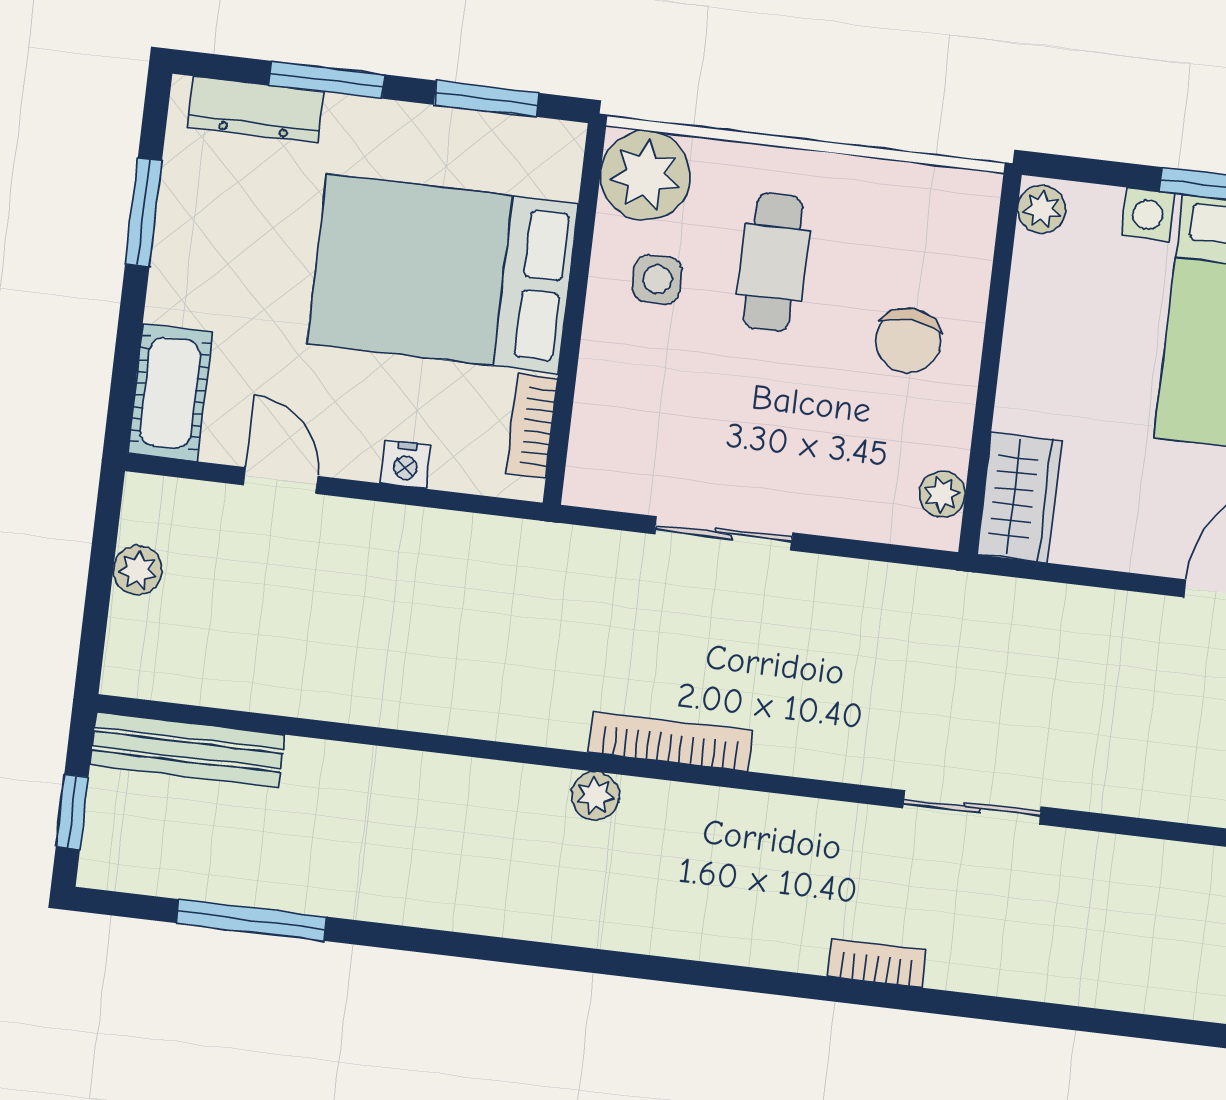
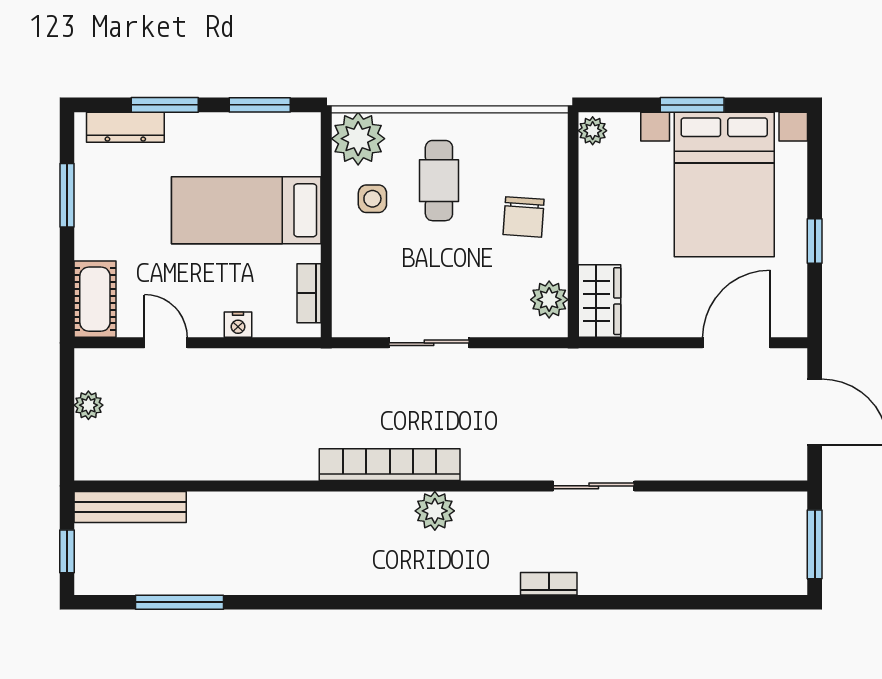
bed: (443, 274) -> (246, 210), width x0.67
plant: (942, 494) -> (549, 300), width x1.38, depth x1.38
bookcase: (670, 742) -> (390, 465), width x1.48, depth x1.31
plant: (595, 796) -> (435, 511), moved, width x1.38, depth x1.38

